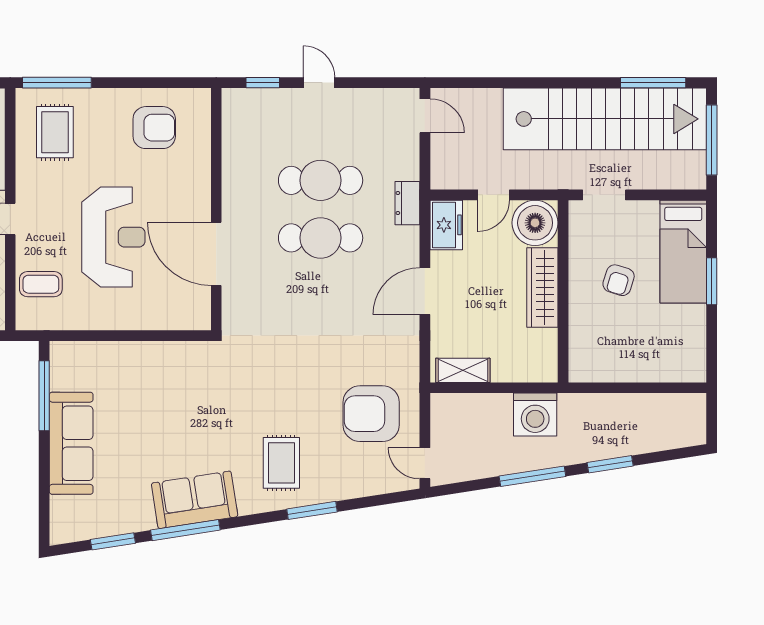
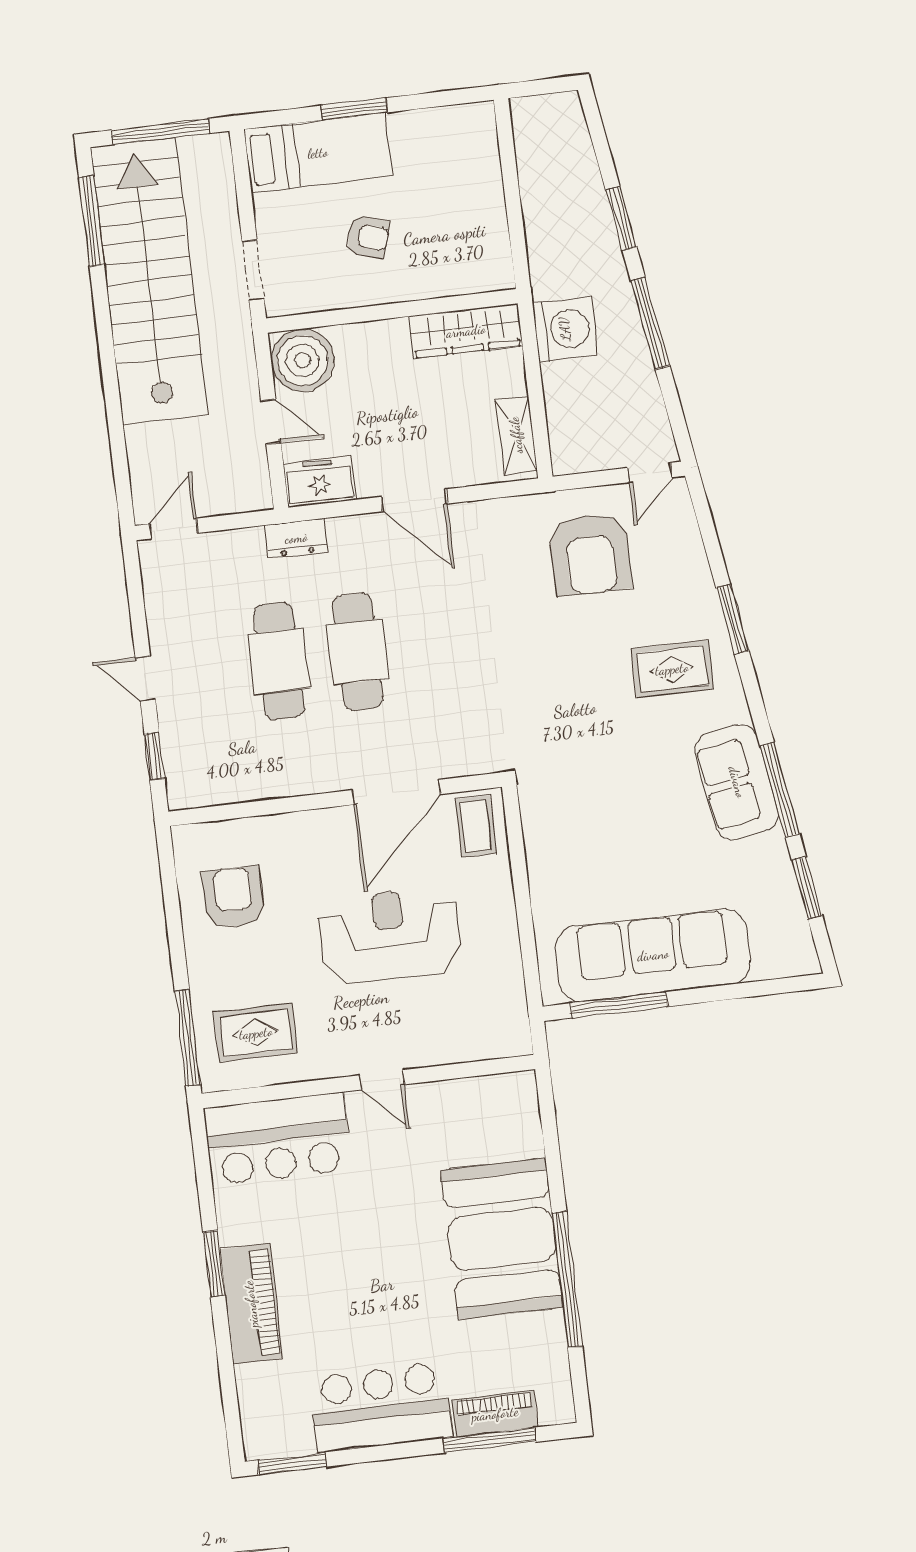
door: (319, 83) -> (145, 679), hinge flipped
coffee table: (41, 284) -> (476, 826), moved
wardrobe: (542, 288) -> (466, 331), moved
sofa: (71, 443) -> (653, 955), width x1.36, depth x1.27

